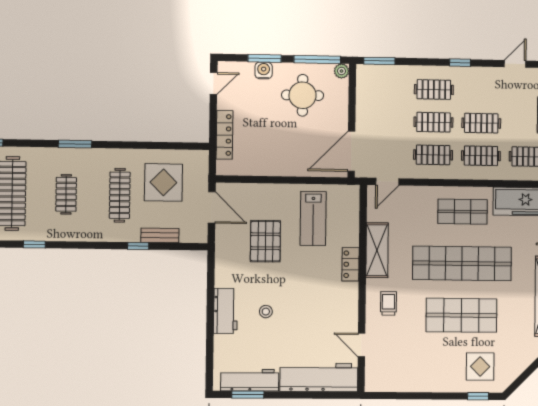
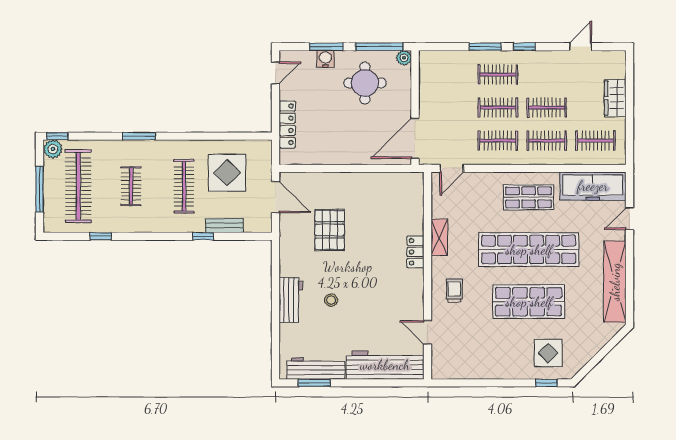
window: (379, 61) -> (485, 47), moved
lab bench: (313, 218) -> (377, 206), removed
shelving: (377, 250) -> (439, 237), width x0.67, depth x0.75

